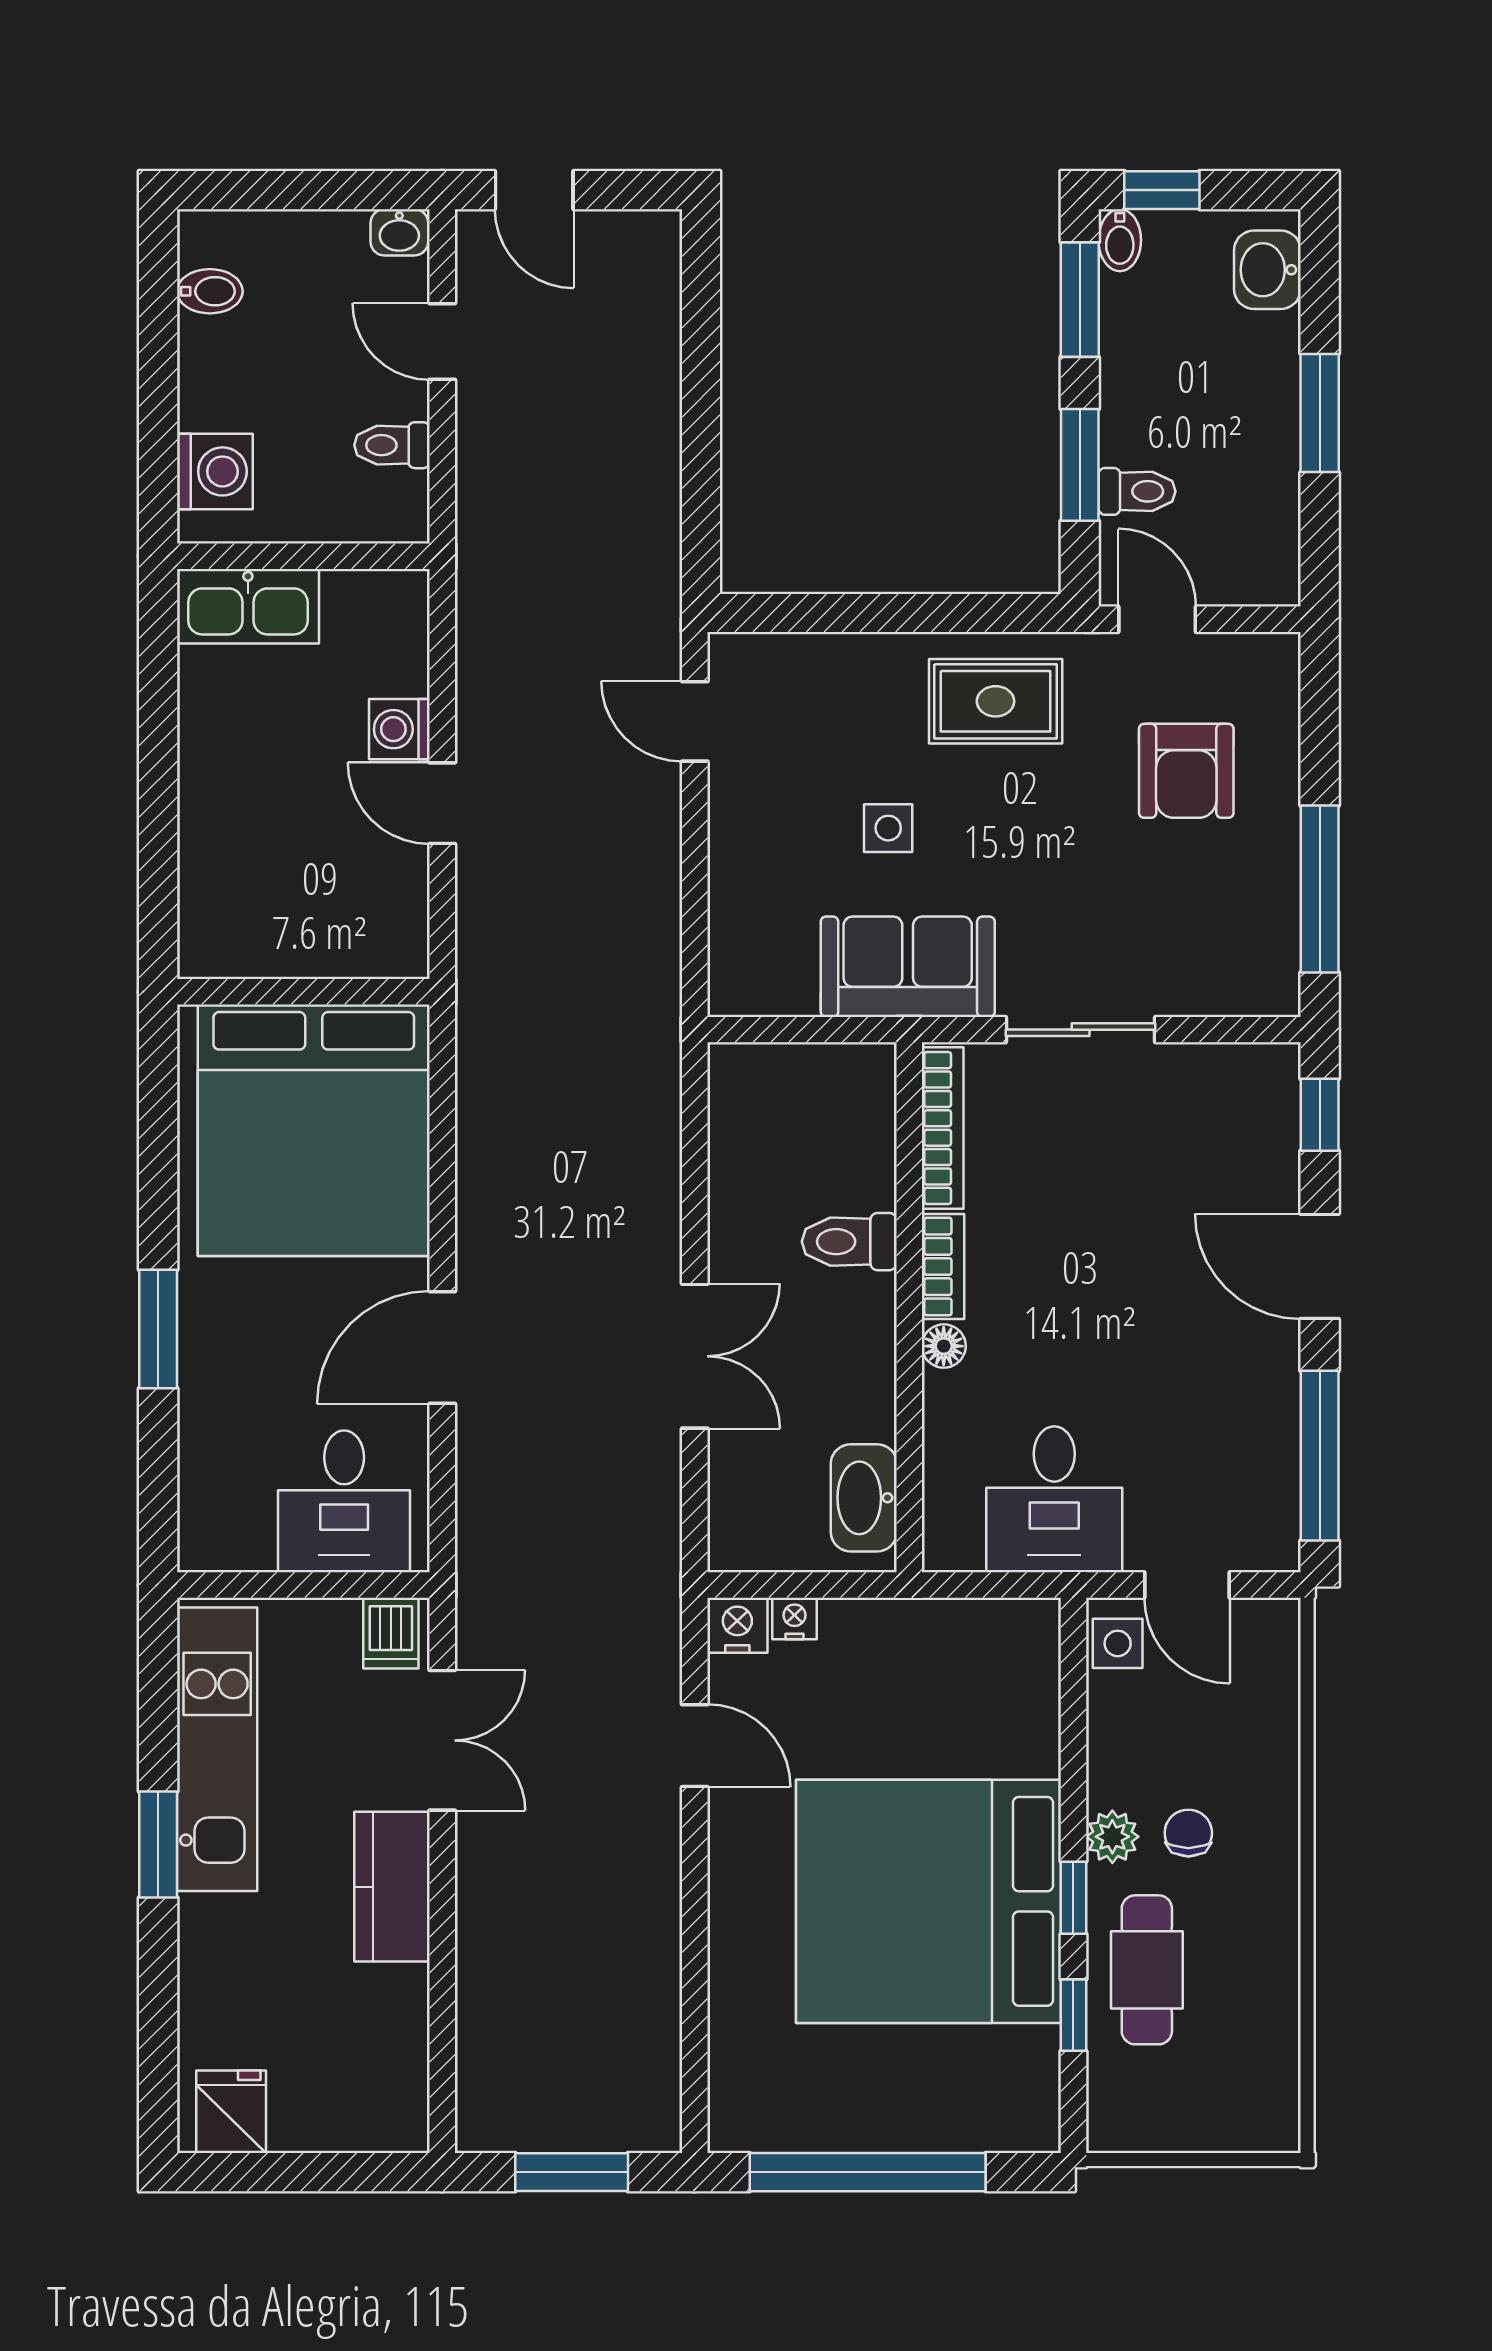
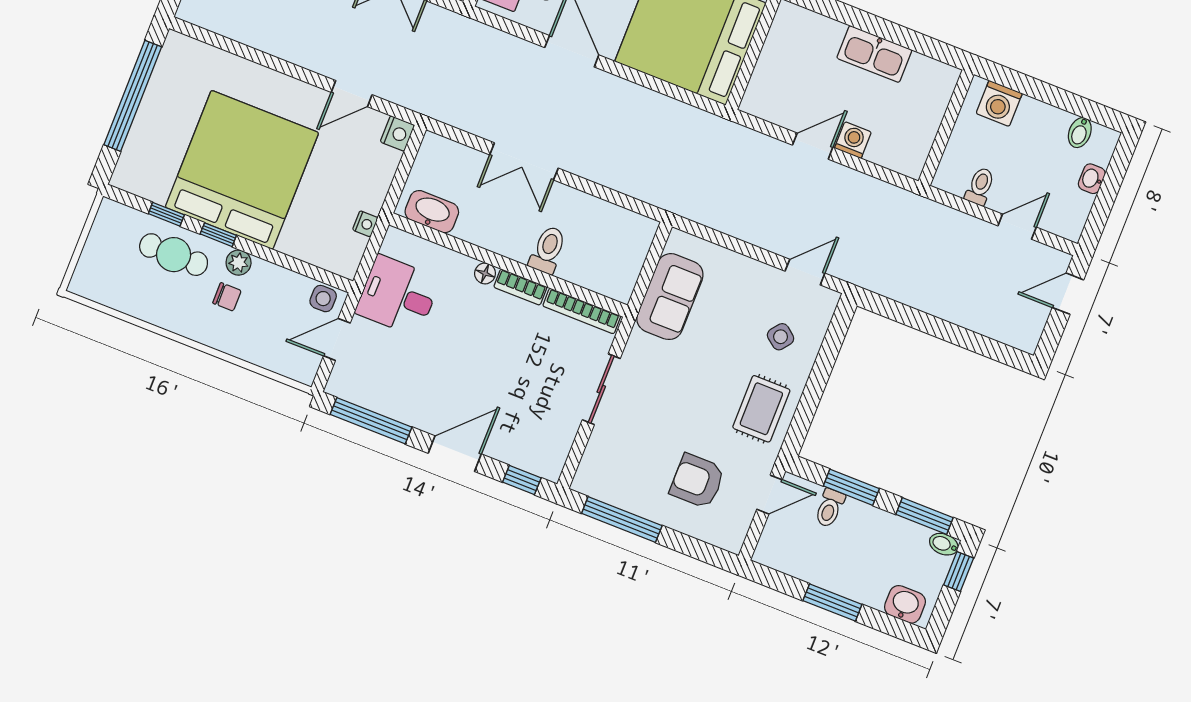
washbasin: (399, 232) -> (1092, 179), moved
kitchen sink: (248, 606) -> (874, 54), moved, turned -90
side table: (888, 828) -> (781, 337), moved, turned 38
sofa: (908, 967) -> (670, 297), moved
nightstand: (794, 1619) -> (365, 224), moved

